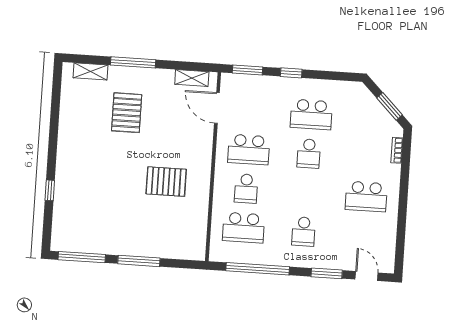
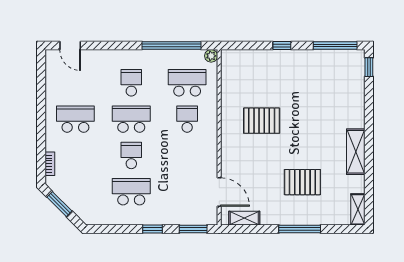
shelving: (90, 71) -> (358, 209), moved, turned 90
pallet: (127, 113) -> (302, 182), turned 90
shelving: (67, 141) -> (356, 152), added
school desk: (249, 150) -> (131, 119), moved
window: (50, 190) -> (369, 67), moved
plant: (216, 255) -> (211, 56), added
window: (139, 261) -> (282, 46), width x0.46
window: (327, 273) -> (107, 46), removed

